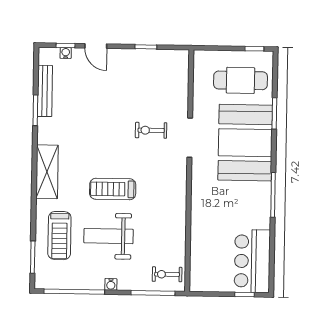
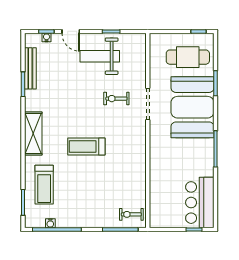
weight bench: (109, 236) -> (100, 56), moved
water cooler: (111, 284) -> (50, 223), moved

